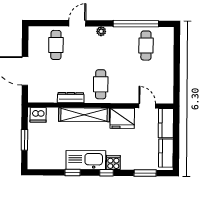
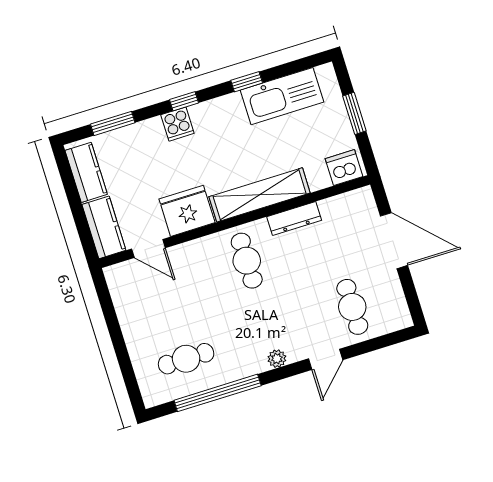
cafe table: (146, 46) -> (186, 359), turned 90
kitchen sink: (86, 160) -> (282, 96), moved

